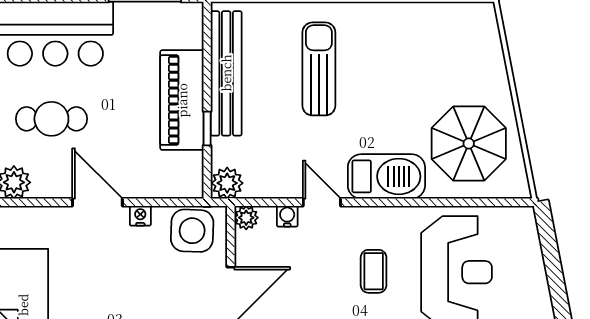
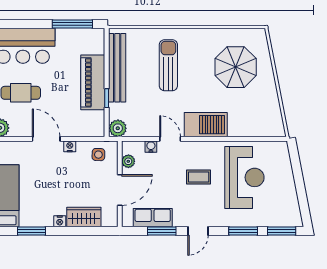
parasol: (469, 144) -> (236, 67), moved
plant: (246, 218) -> (128, 161), moved
side table: (192, 231) -> (98, 155), width x0.54, depth x0.54
coffee table: (374, 271) -> (199, 177), turned 90

